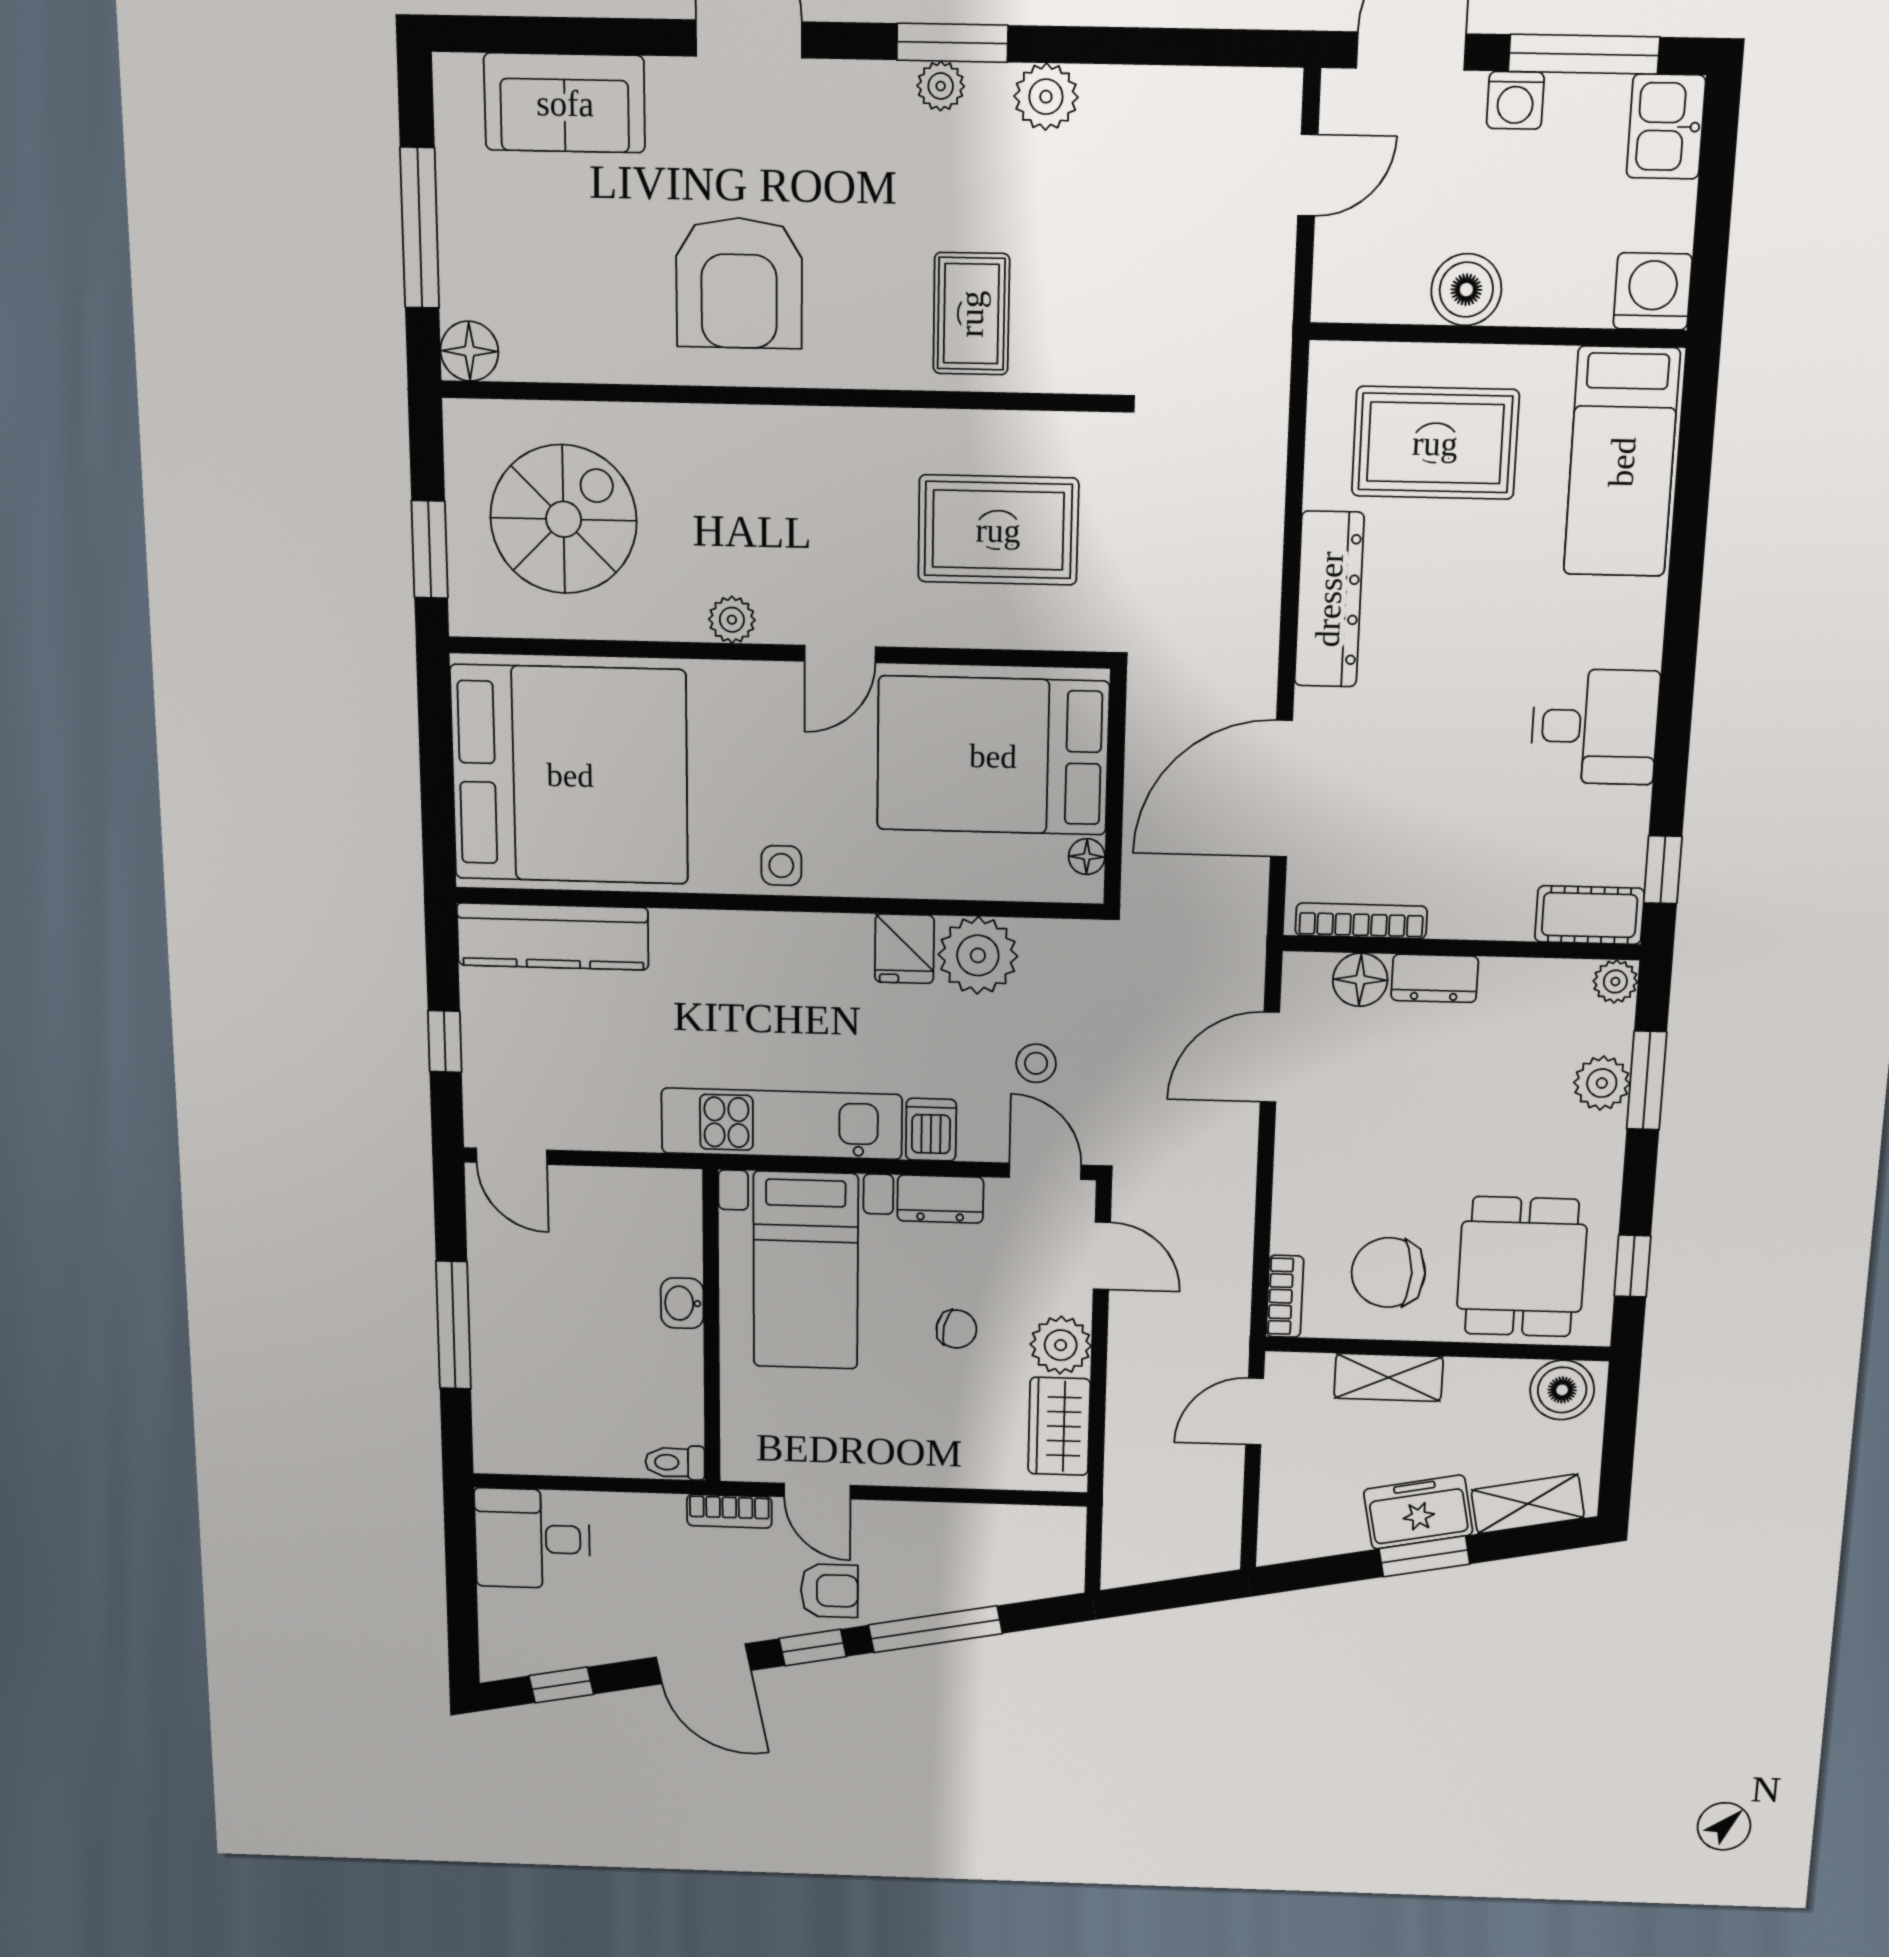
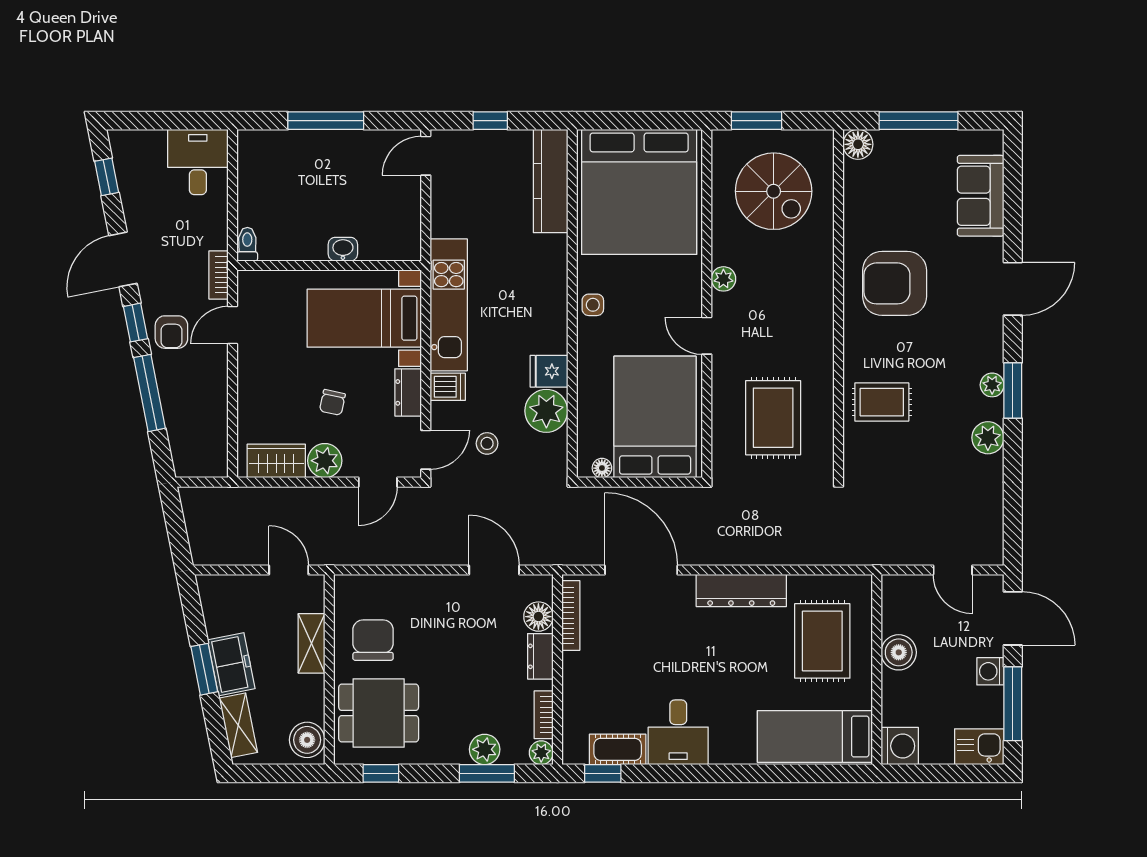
cot: (1589, 915) -> (618, 749), moved, turned 90
bookcase: (1285, 1296) -> (544, 715), moved, turned 90

